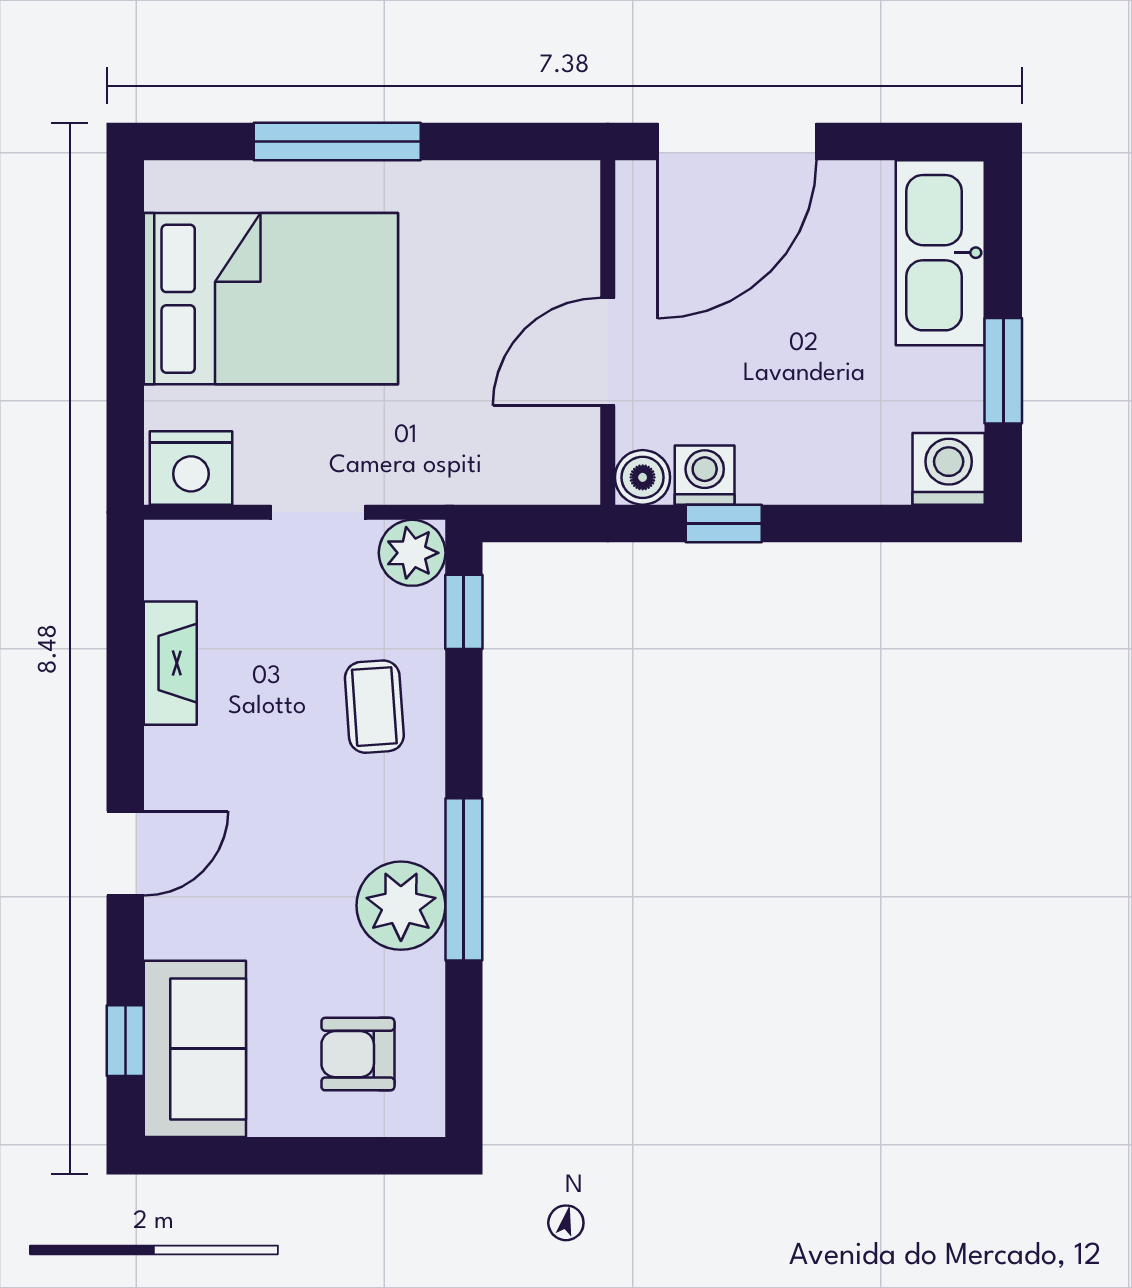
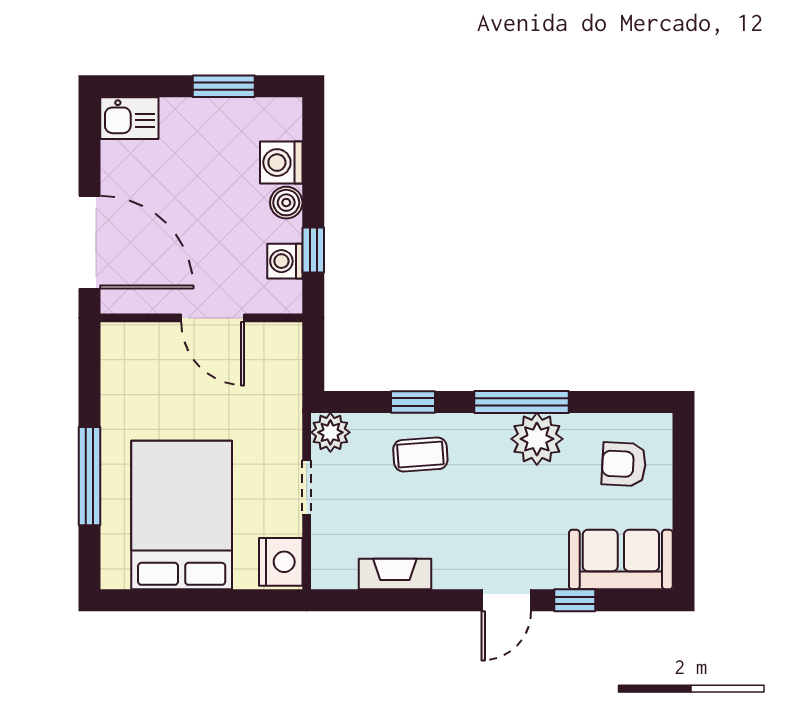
kitchen sink: (940, 253) -> (129, 118), width x0.53, depth x0.81
washing machine: (949, 469) -> (281, 163), moved
boiler: (643, 477) -> (286, 203), moved
window: (464, 612) -> (413, 402), moved
door: (125, 853) -> (506, 600), swing flipped
window: (125, 1041) -> (575, 600), moved
armchair: (358, 1054) -> (624, 464), turned 93

